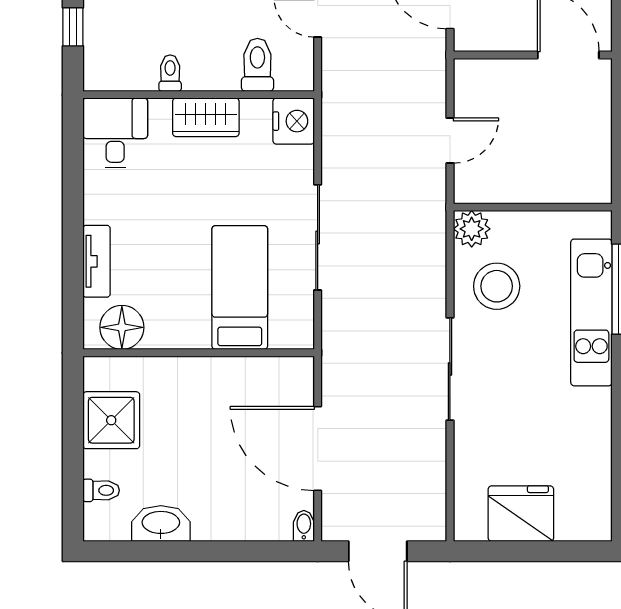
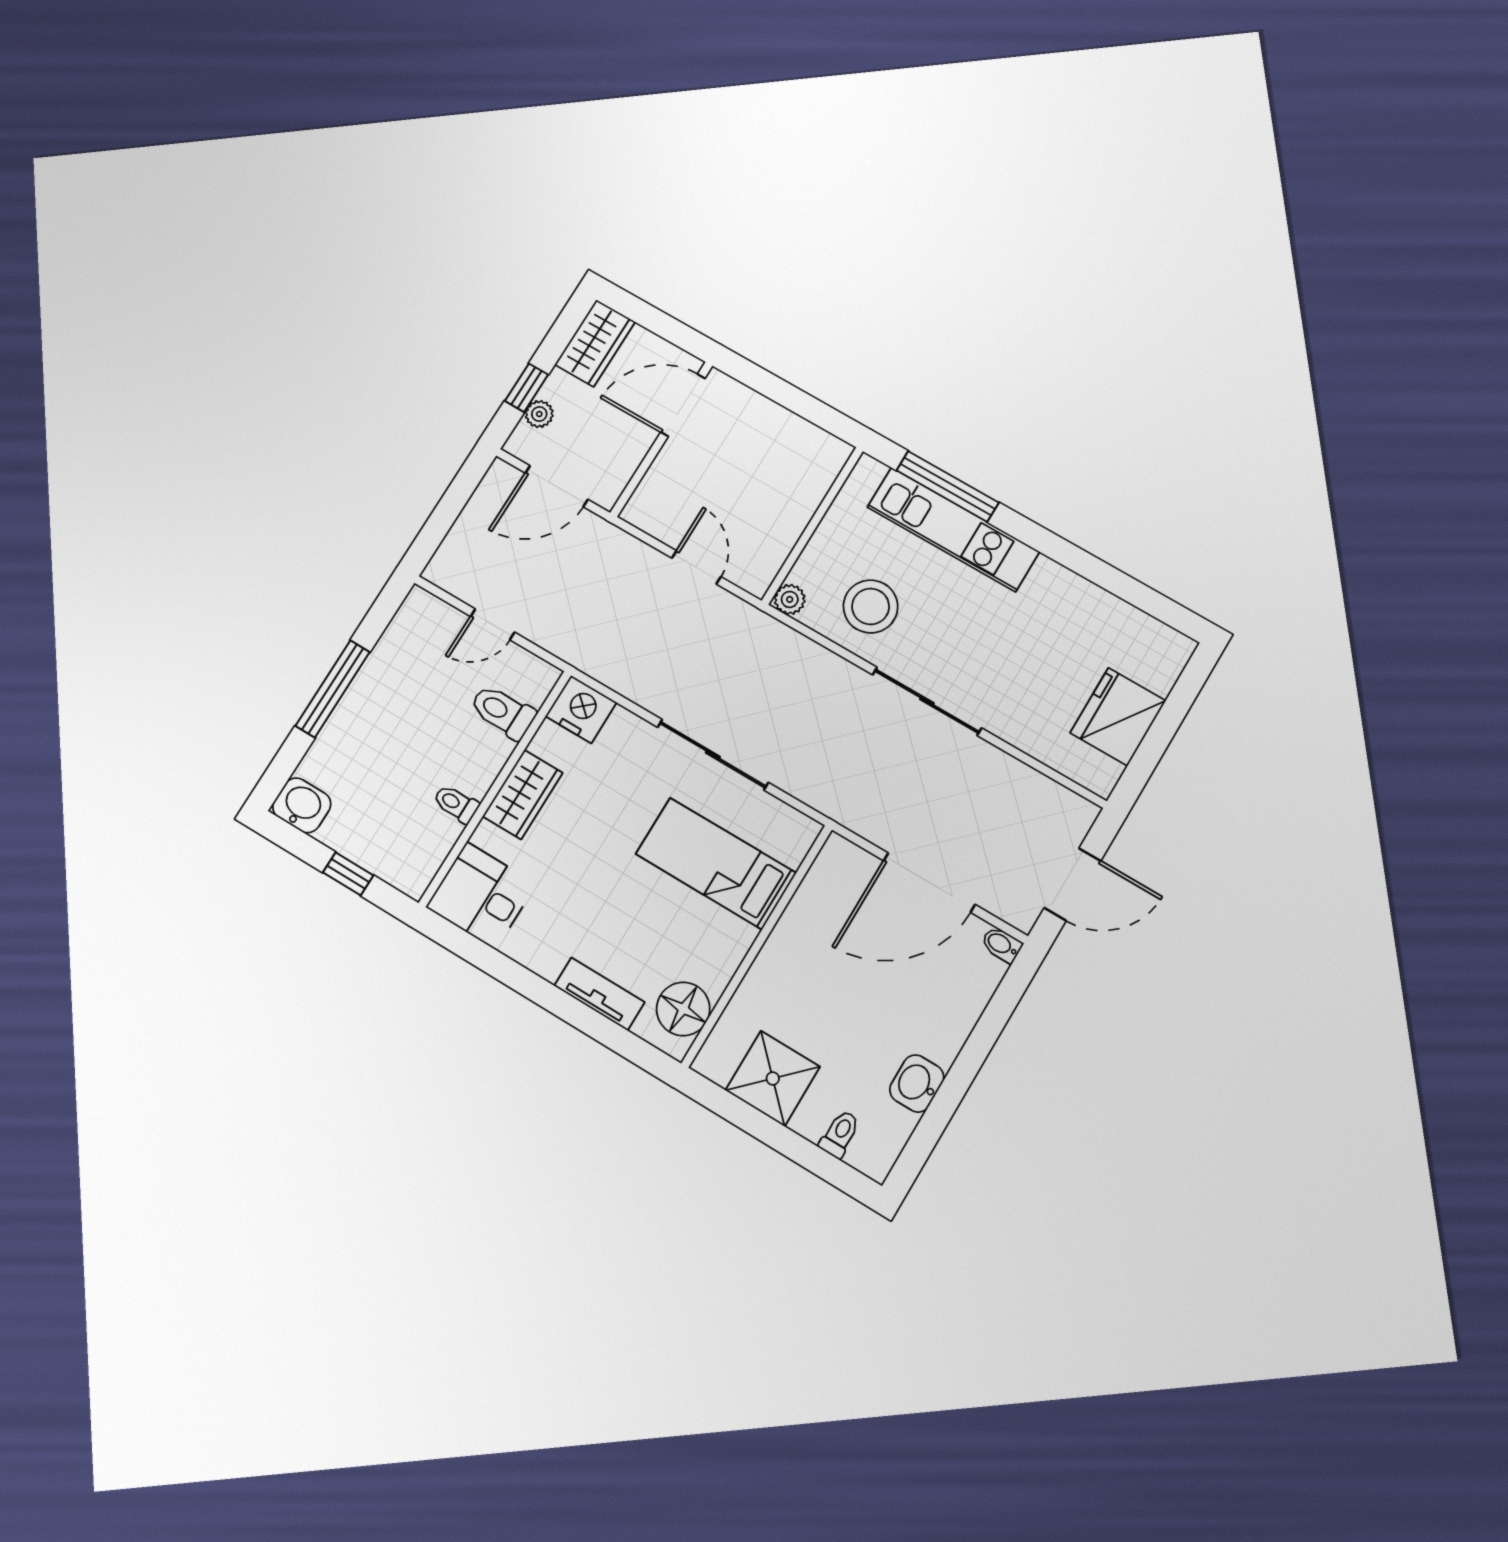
plant: (472, 229) -> (790, 599), width x0.73, depth x0.73
washbasin: (161, 523) -> (917, 1083), width x0.72

